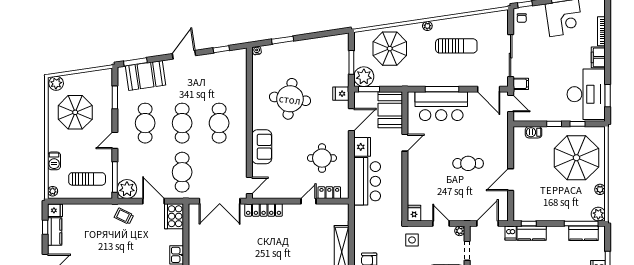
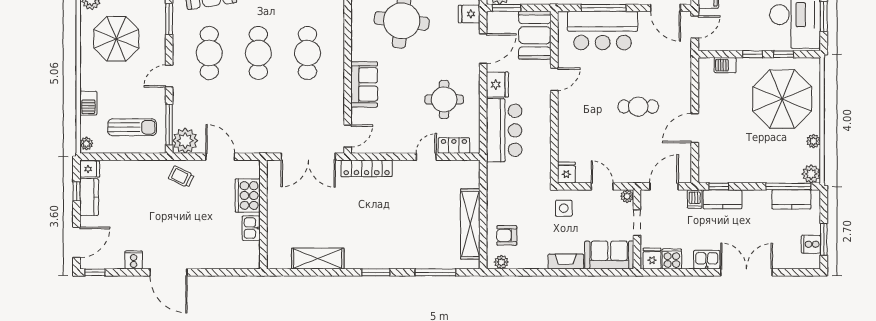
door: (511, 103) -> (695, 27), hinge flipped
cafe table: (182, 172) -> (258, 118), removed
cooker: (174, 216) -> (248, 196), moved

